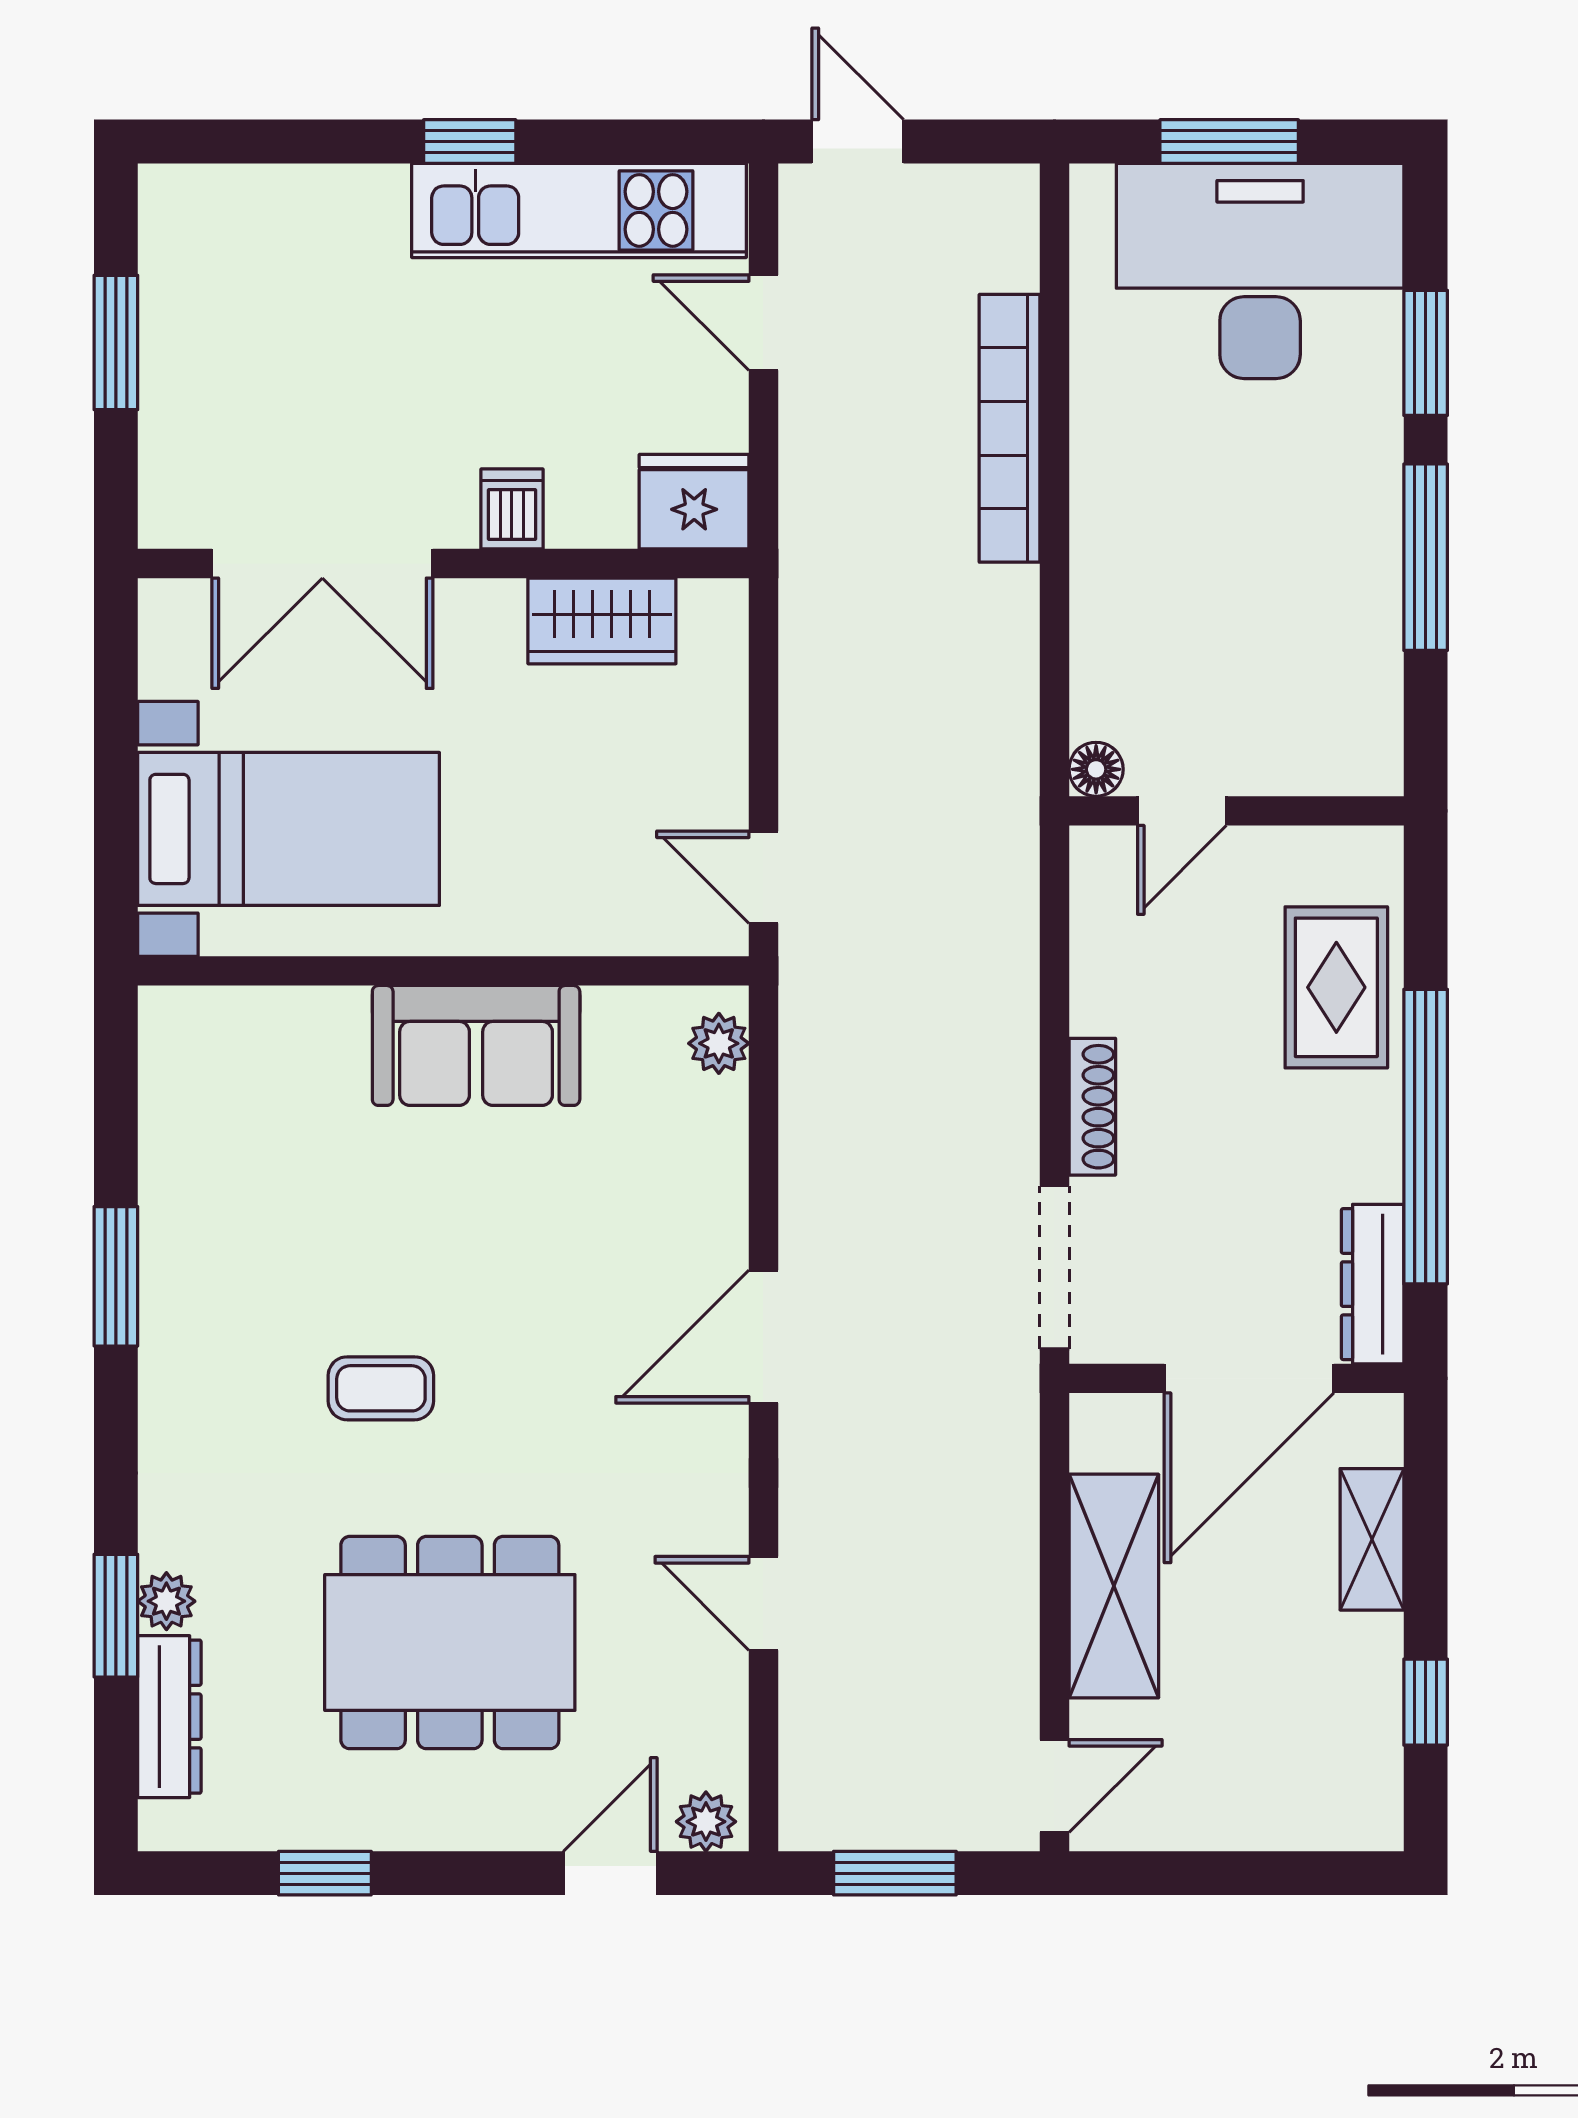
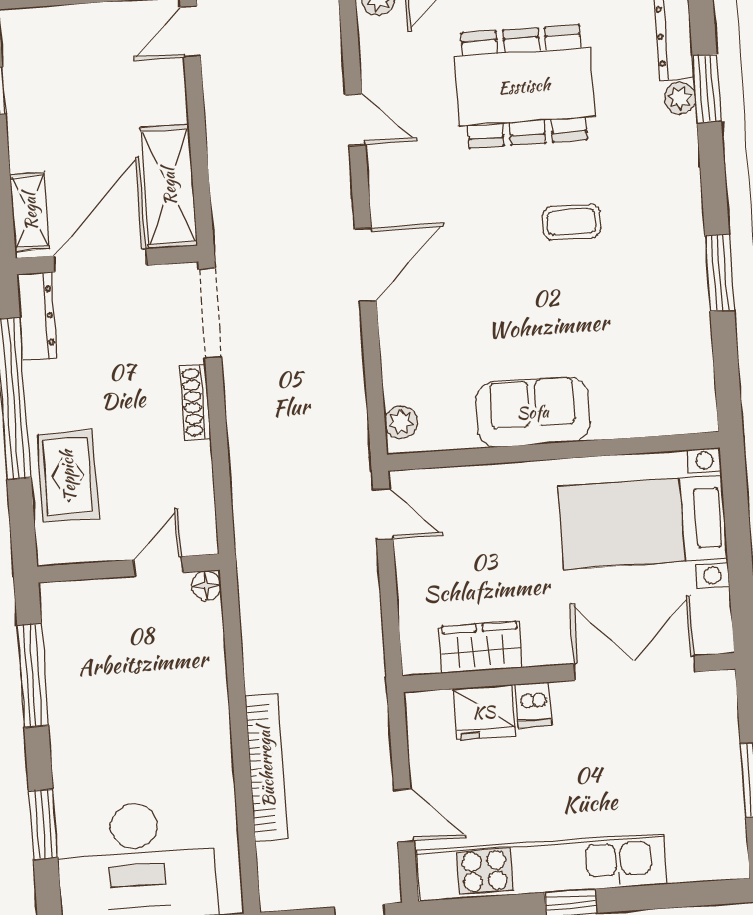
kitchen unit: (579, 210) -> (542, 867), width x1.36
fridge: (694, 502) -> (484, 712), moved
window: (1426, 557) -> (33, 675), moved
shelving: (1372, 1539) -> (30, 212), moved
shelving: (1114, 1586) -> (169, 187), moved

